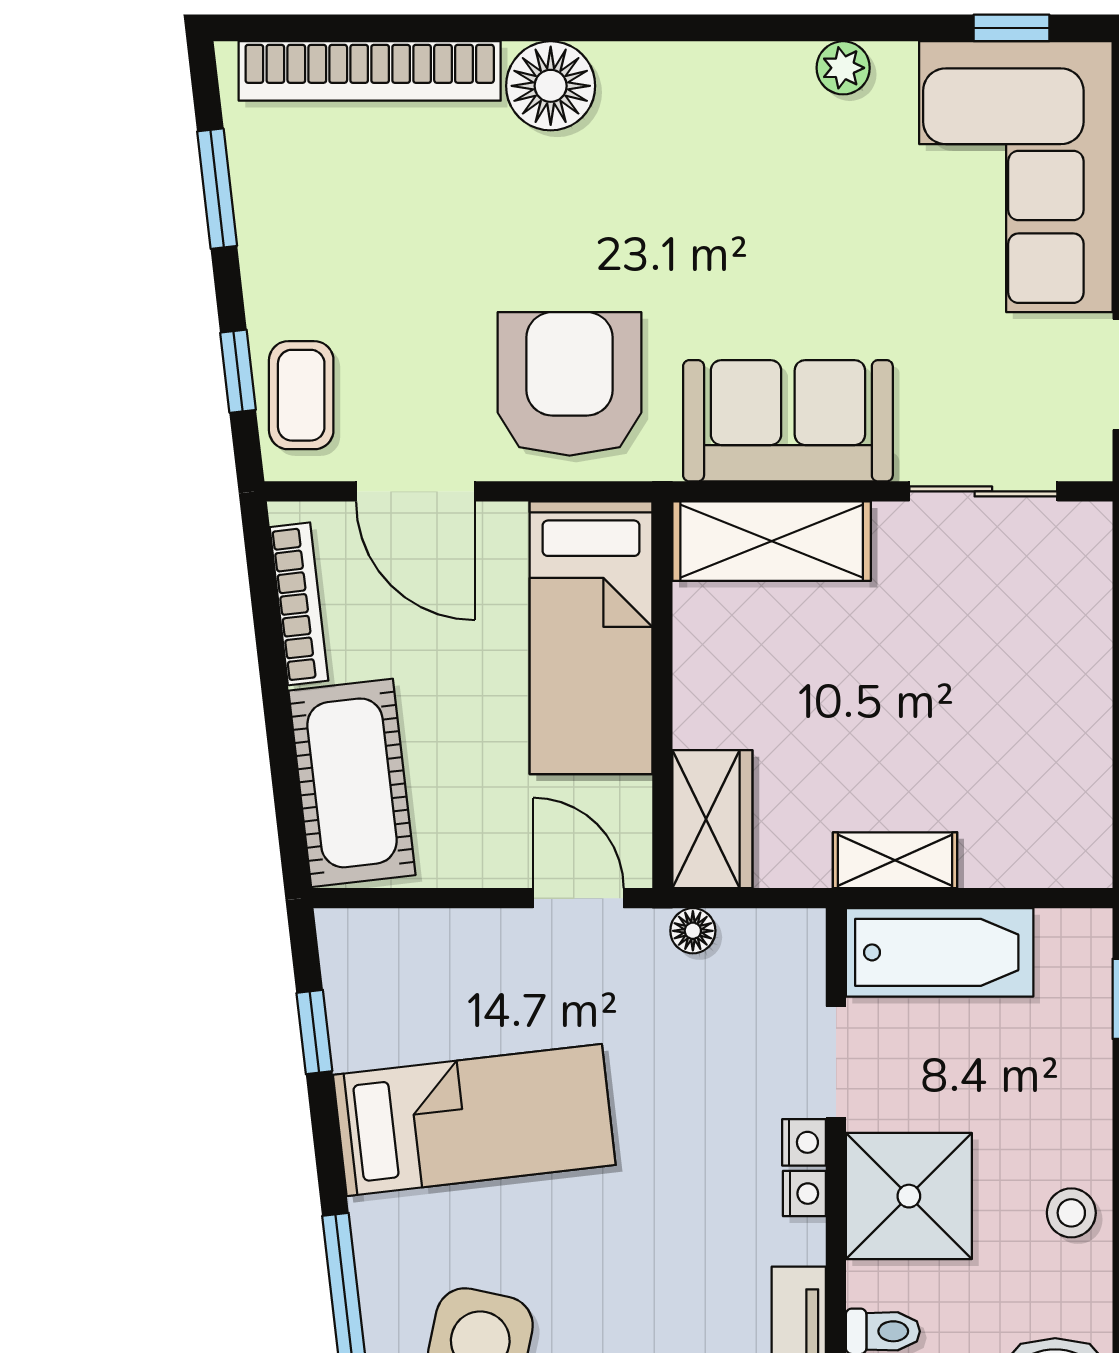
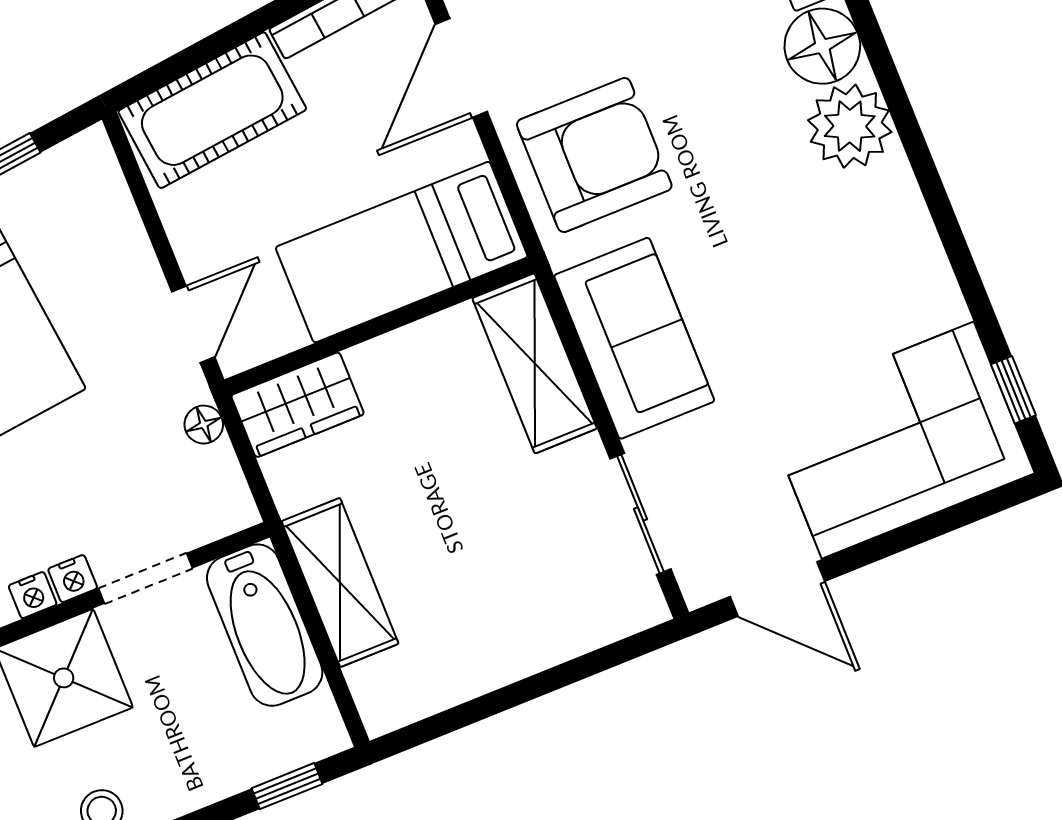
plant: (843, 68) -> (850, 126), moved, width x1.88, depth x1.88
shelving: (895, 860) -> (340, 583), width x1.50, depth x1.33

